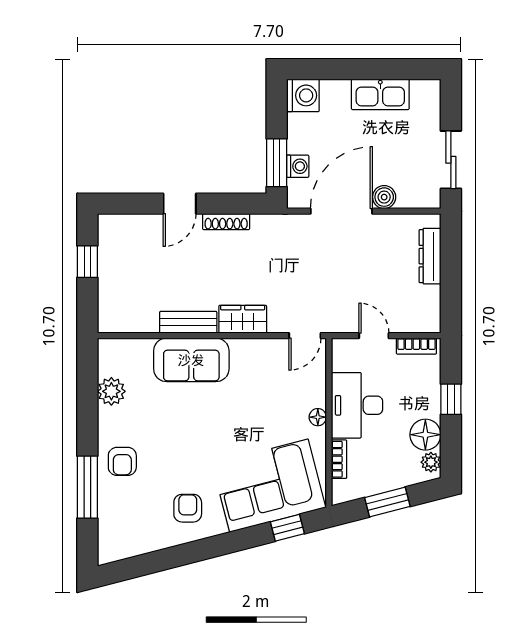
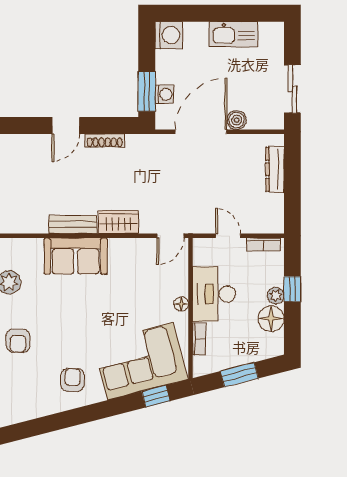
plant: (431, 462) -> (276, 296), moved

